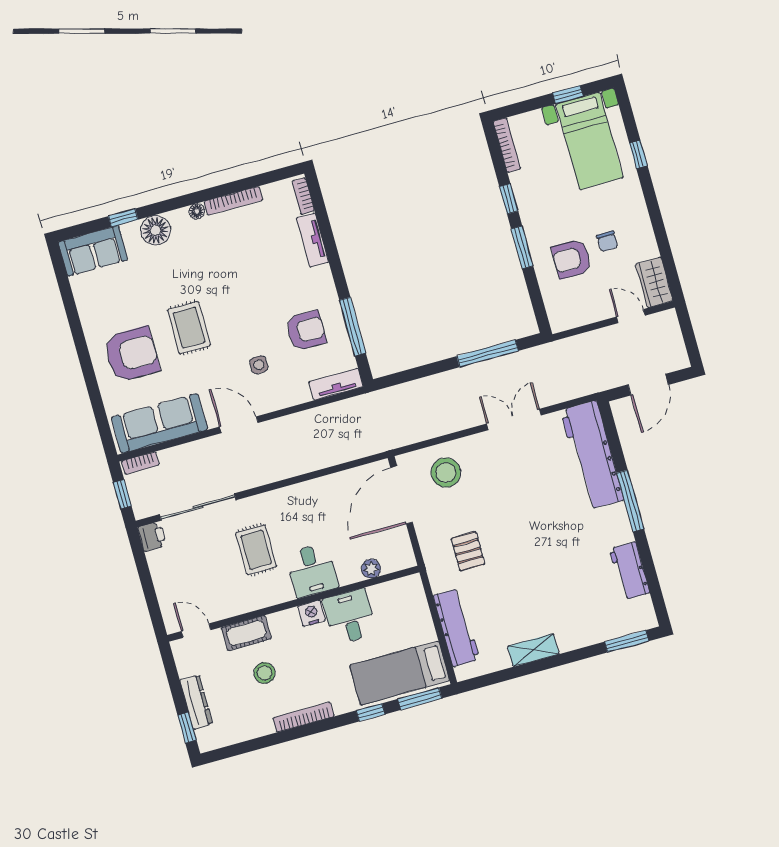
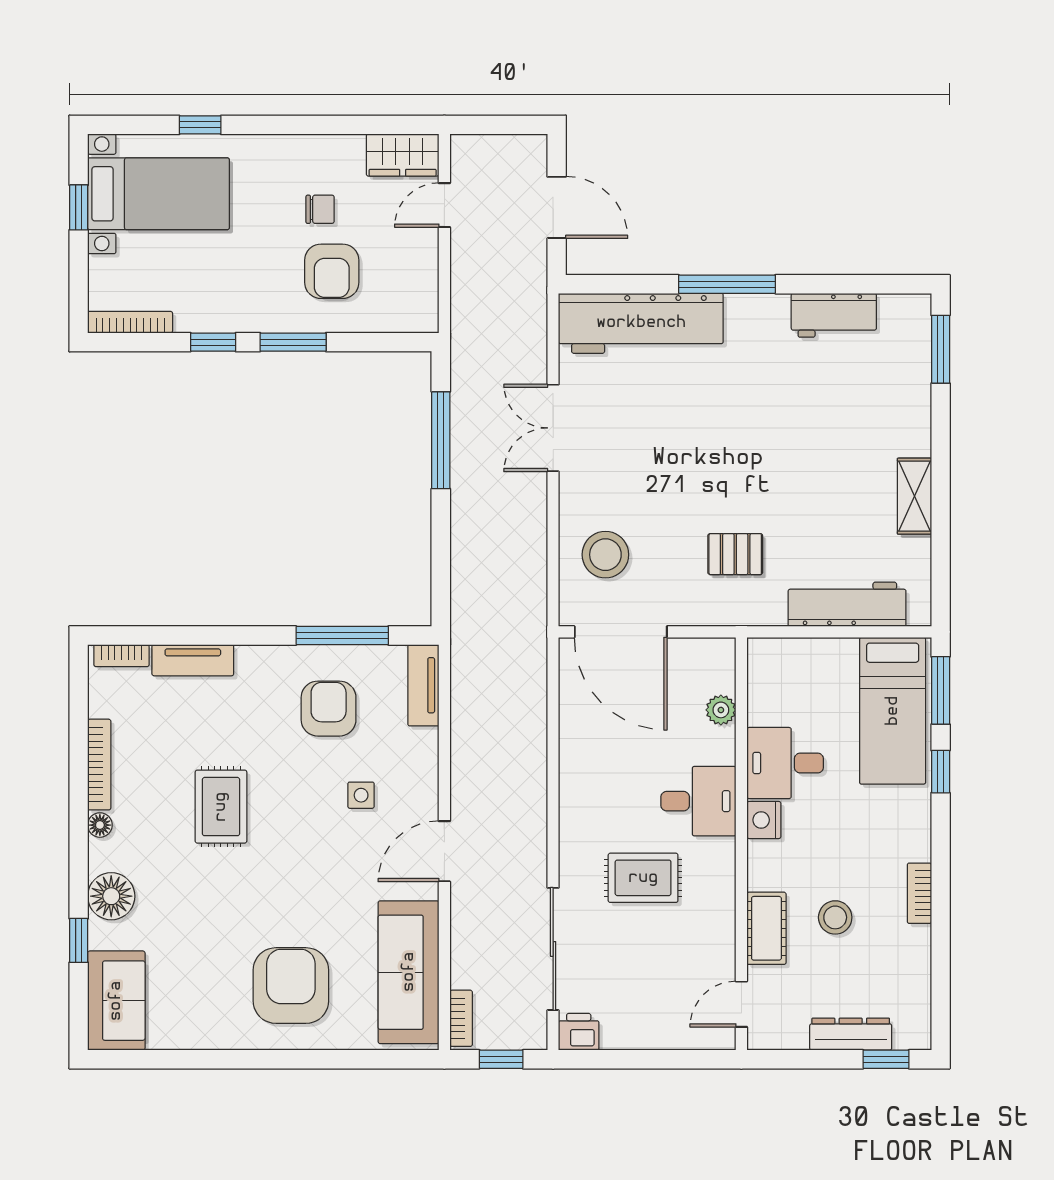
rug: (189, 328) -> (221, 807), moved, turned 90
bookcase: (304, 717) -> (919, 893), width x0.64

